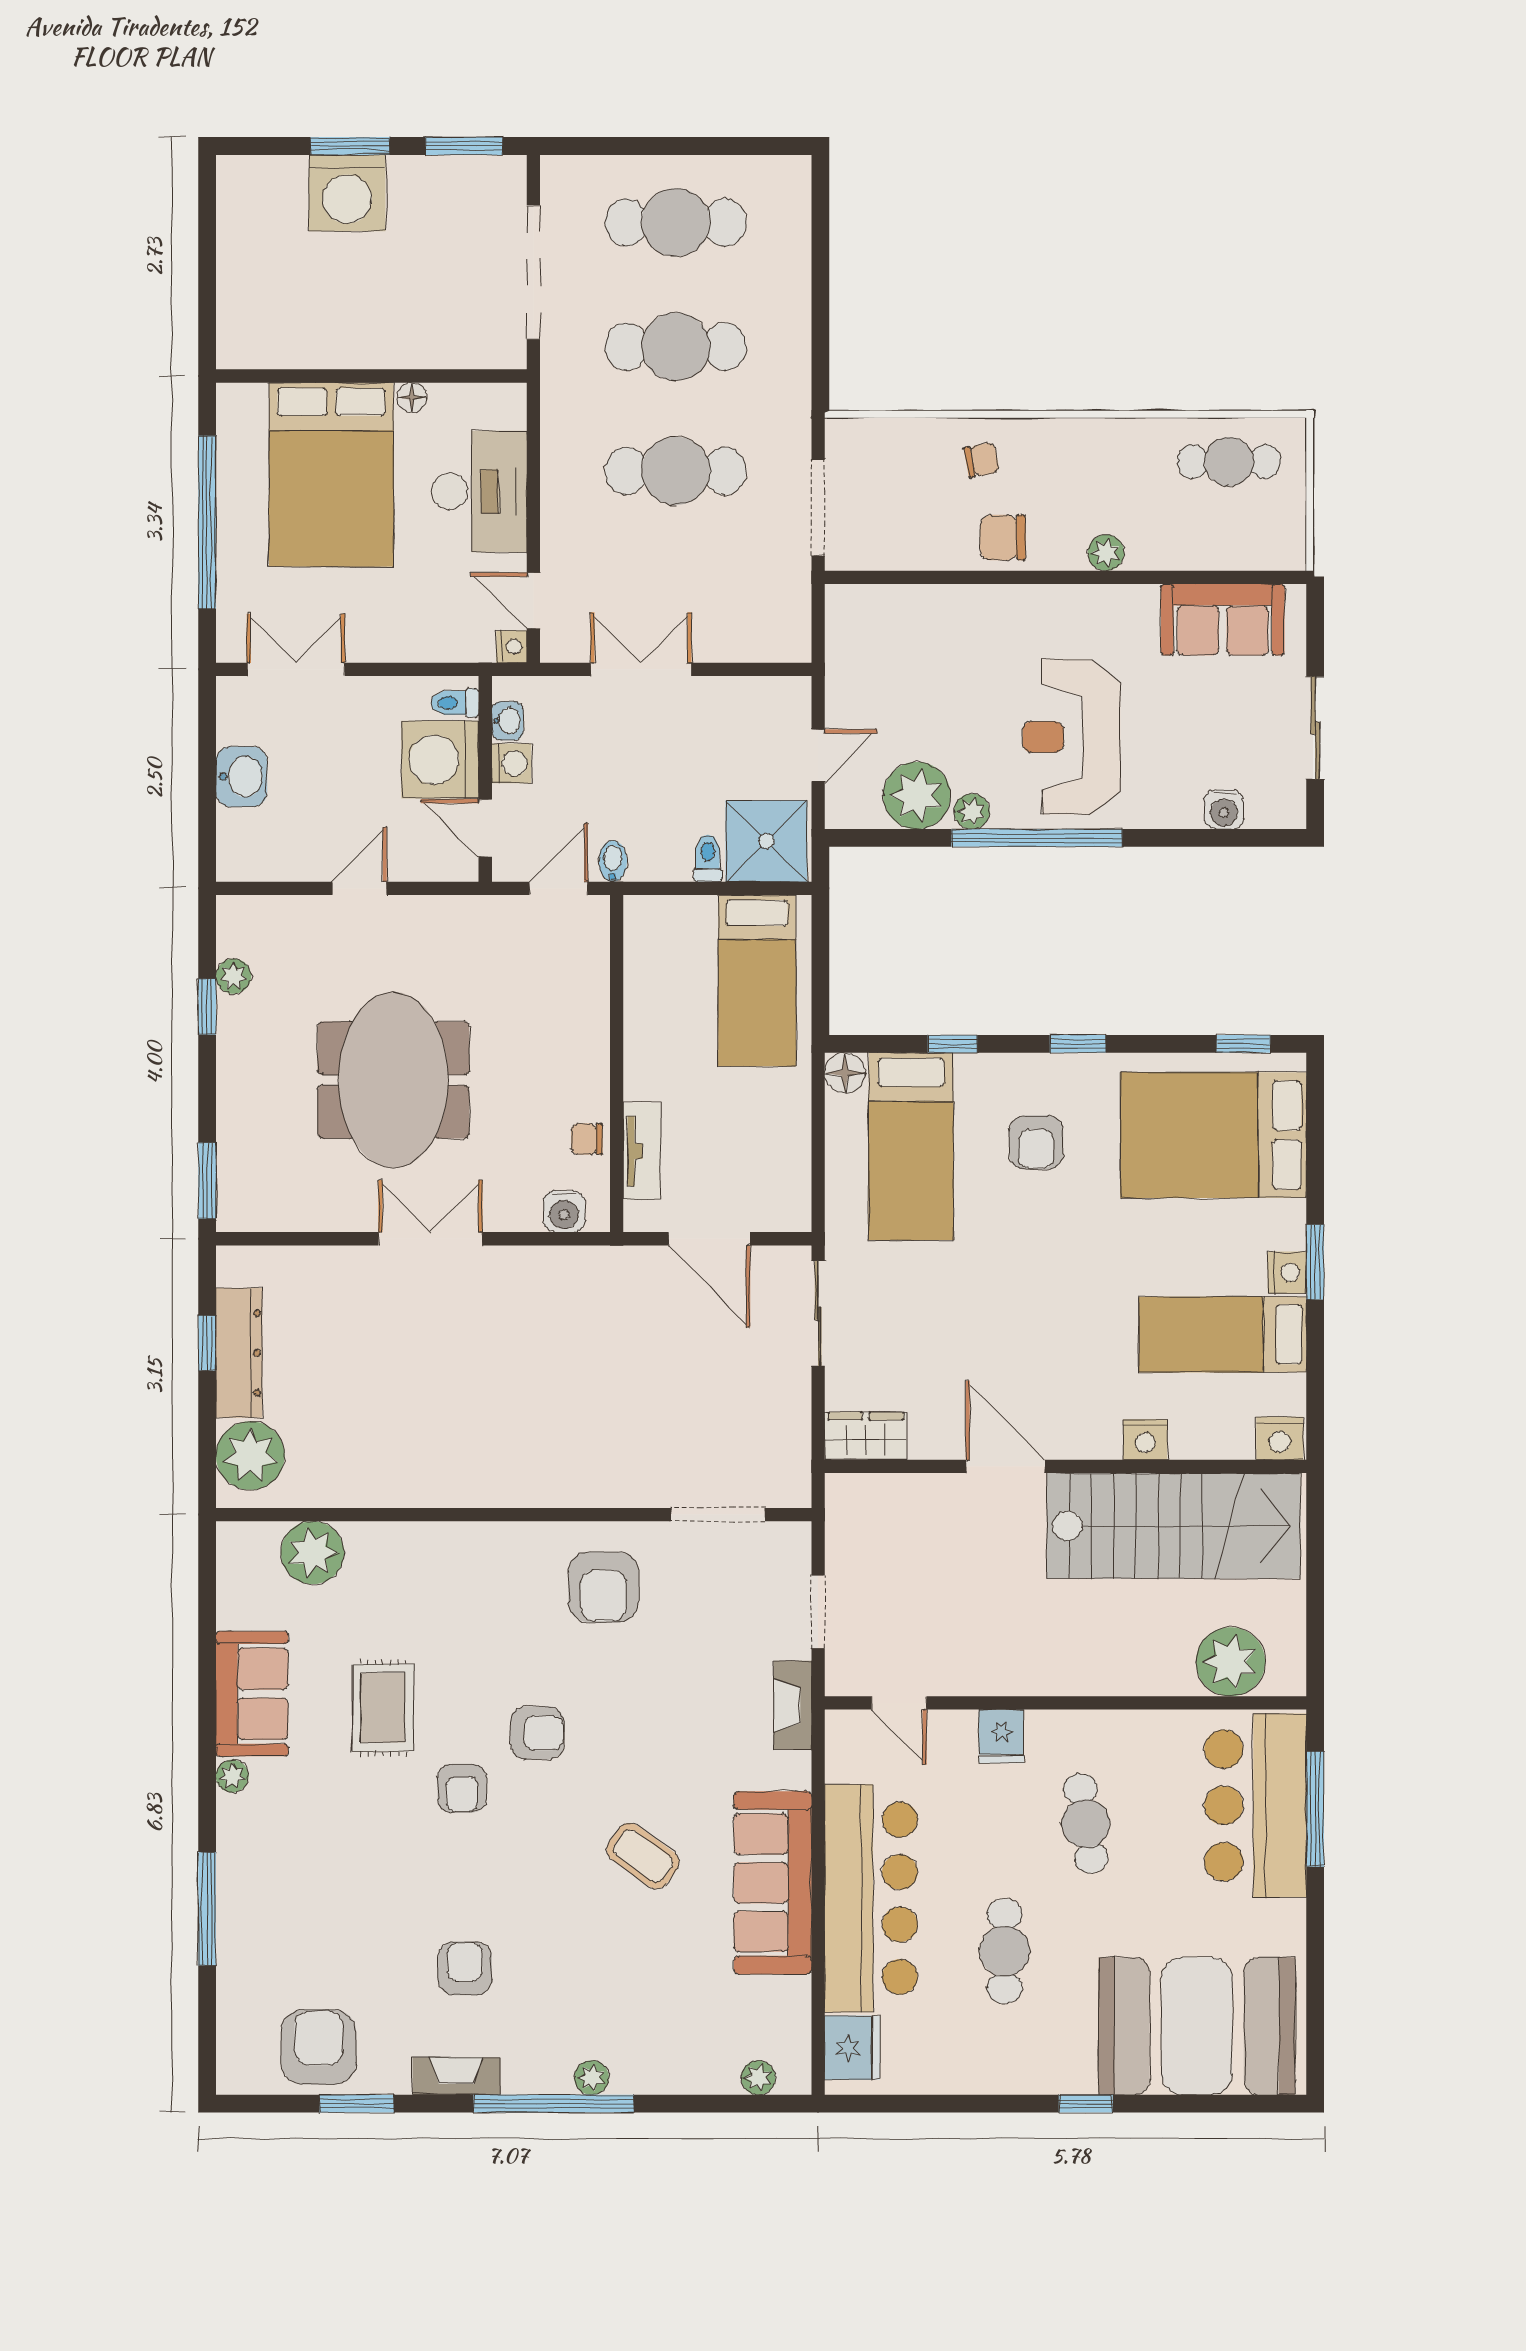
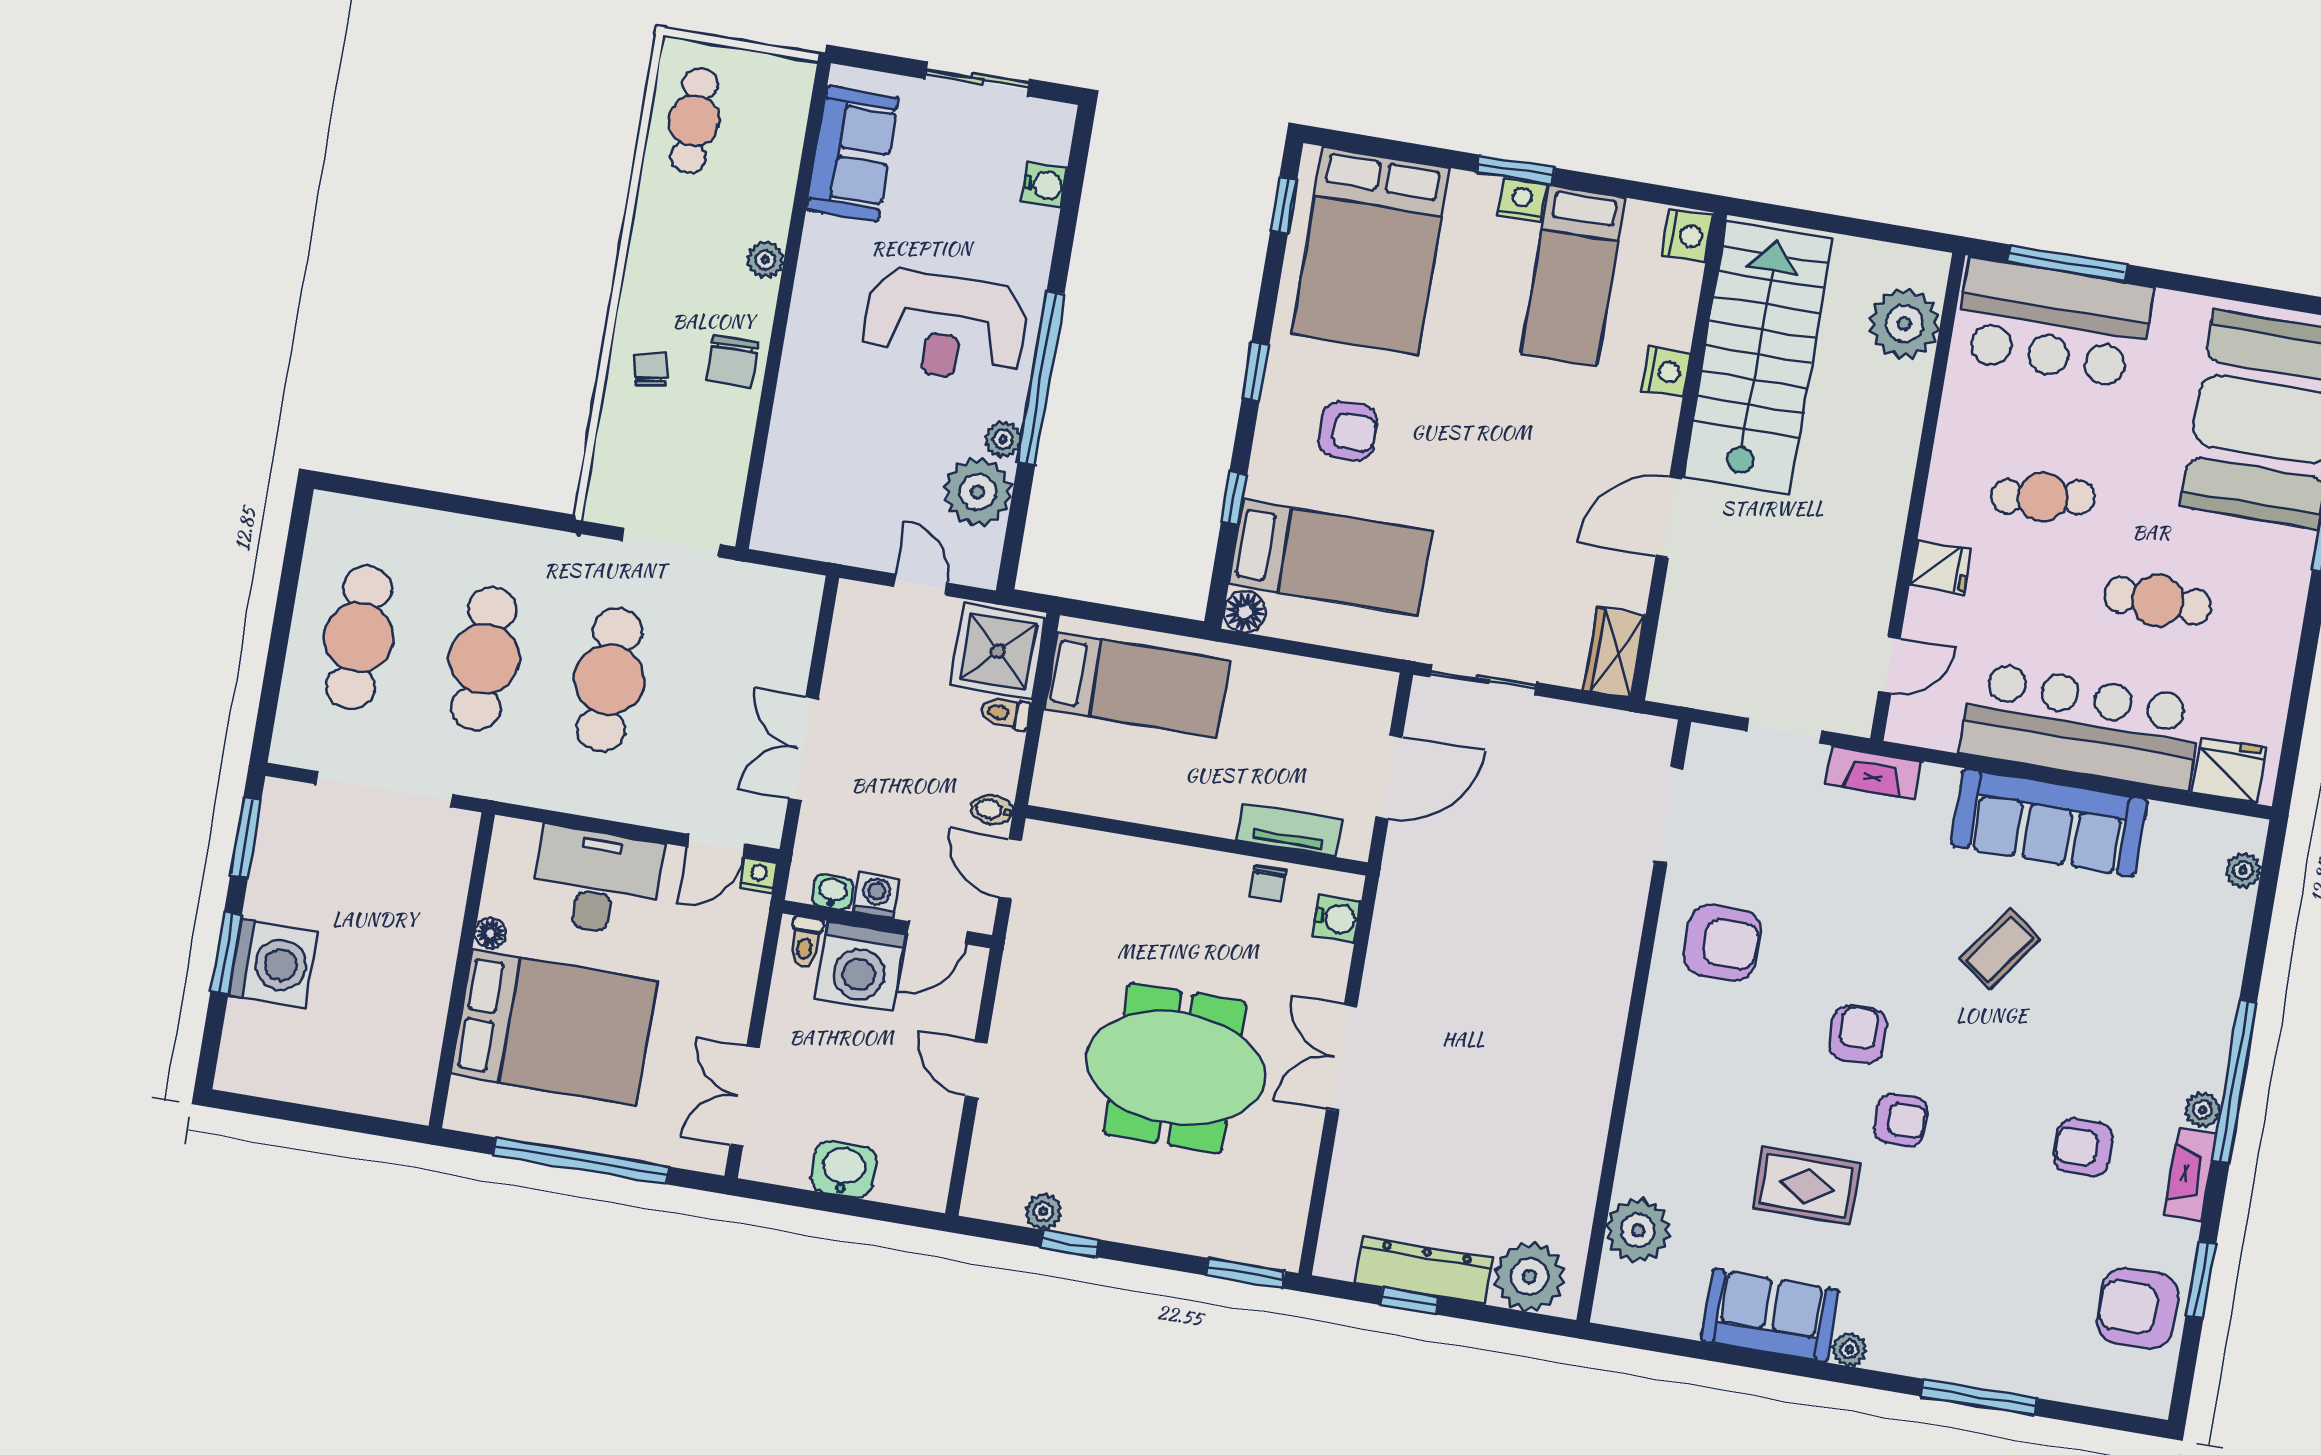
plant: (592, 2078) -> (2203, 1110), moved

